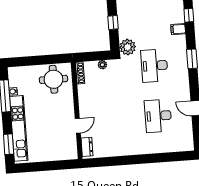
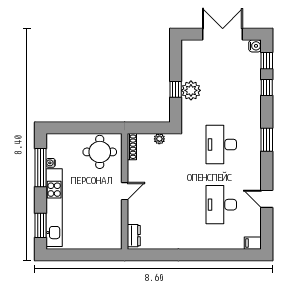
filing cabinet: (178, 29) -> (253, 243), moved
plant: (128, 47) -> (191, 90), moved
door: (78, 126) -> (125, 191), moved

